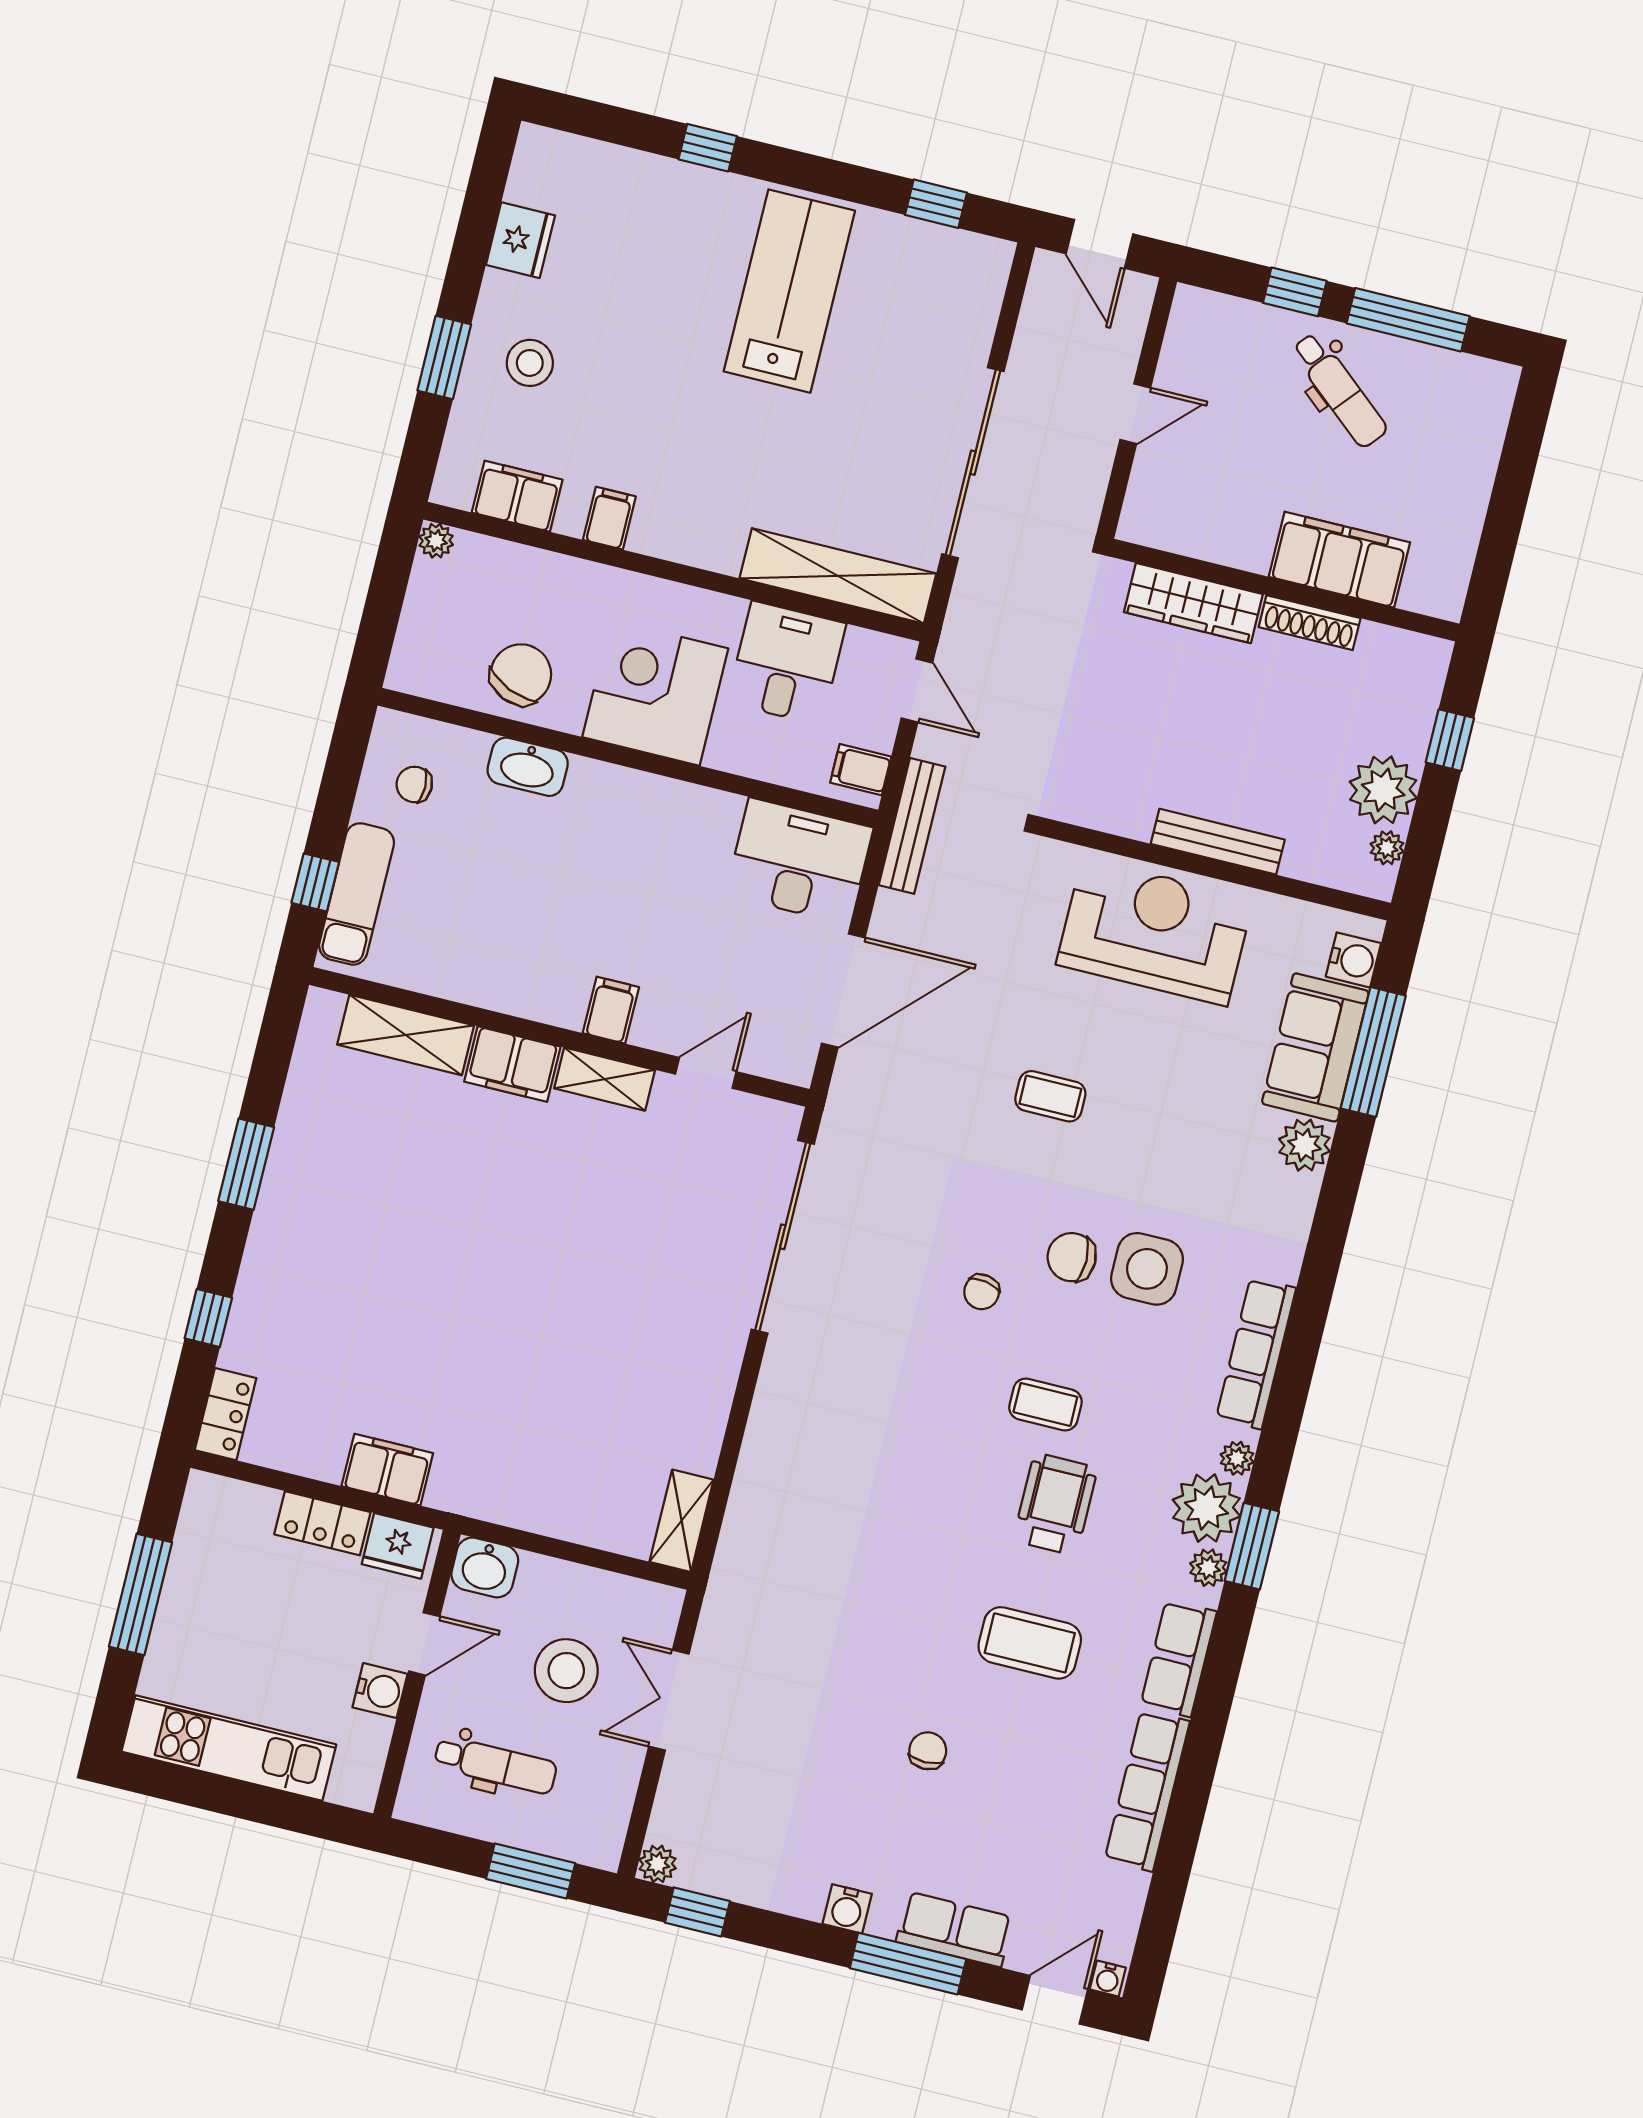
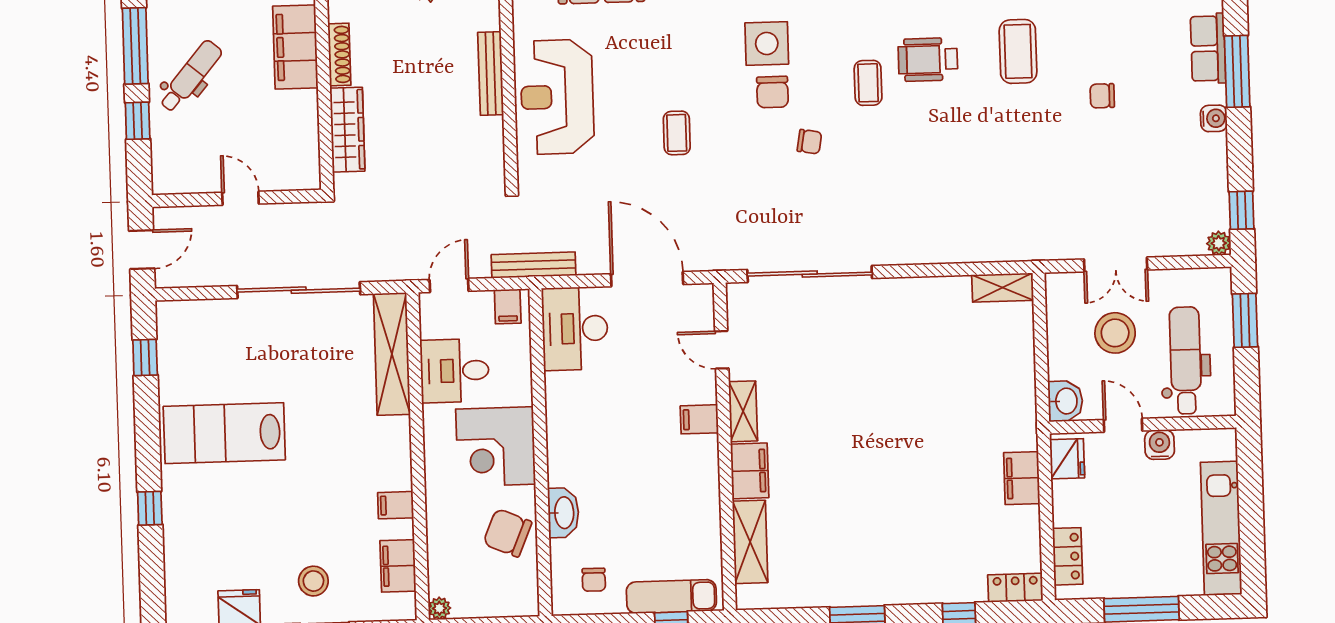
locker: (322, 1523) -> (1068, 556), moved
dental chair: (495, 1765) -> (1186, 360), width x1.36, depth x1.38

